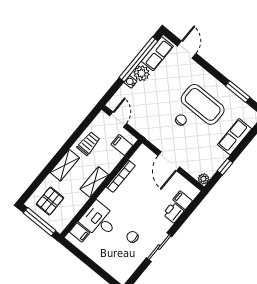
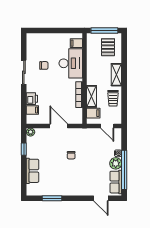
coffee table: (203, 104) -> (66, 174), removed
shelving: (94, 182) -> (92, 96), moved
desk: (99, 220) -> (71, 63), width x1.37

